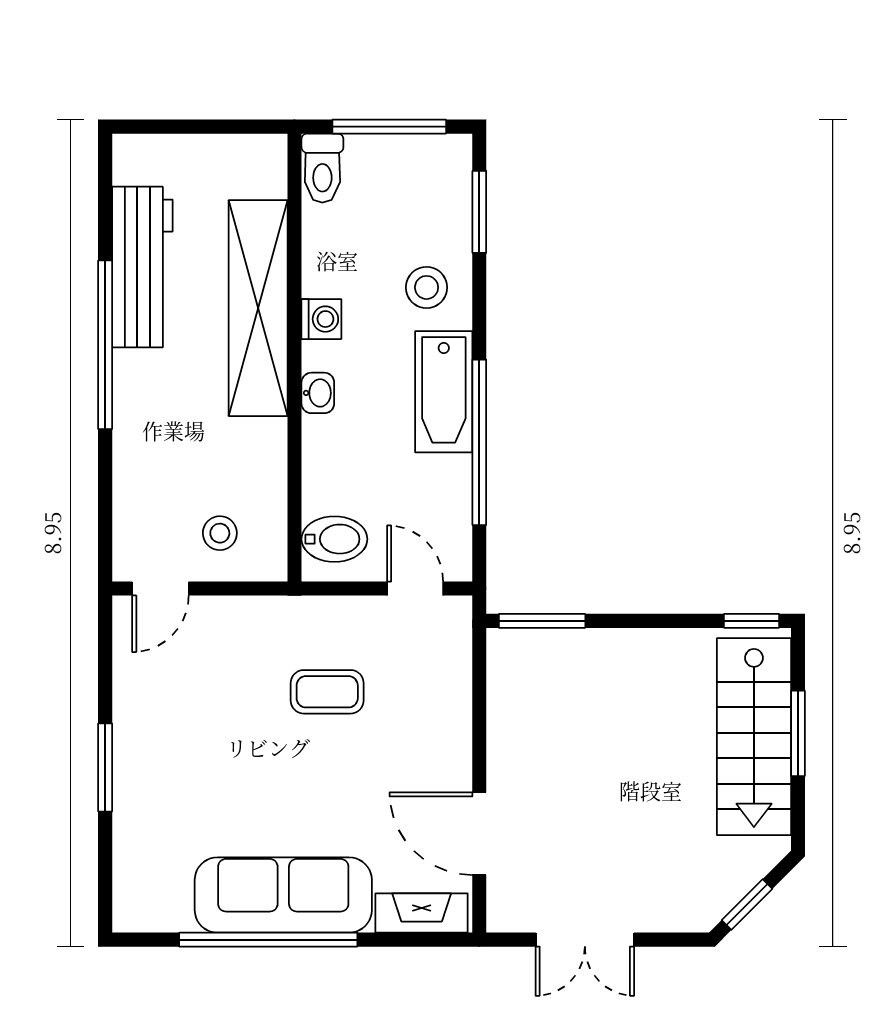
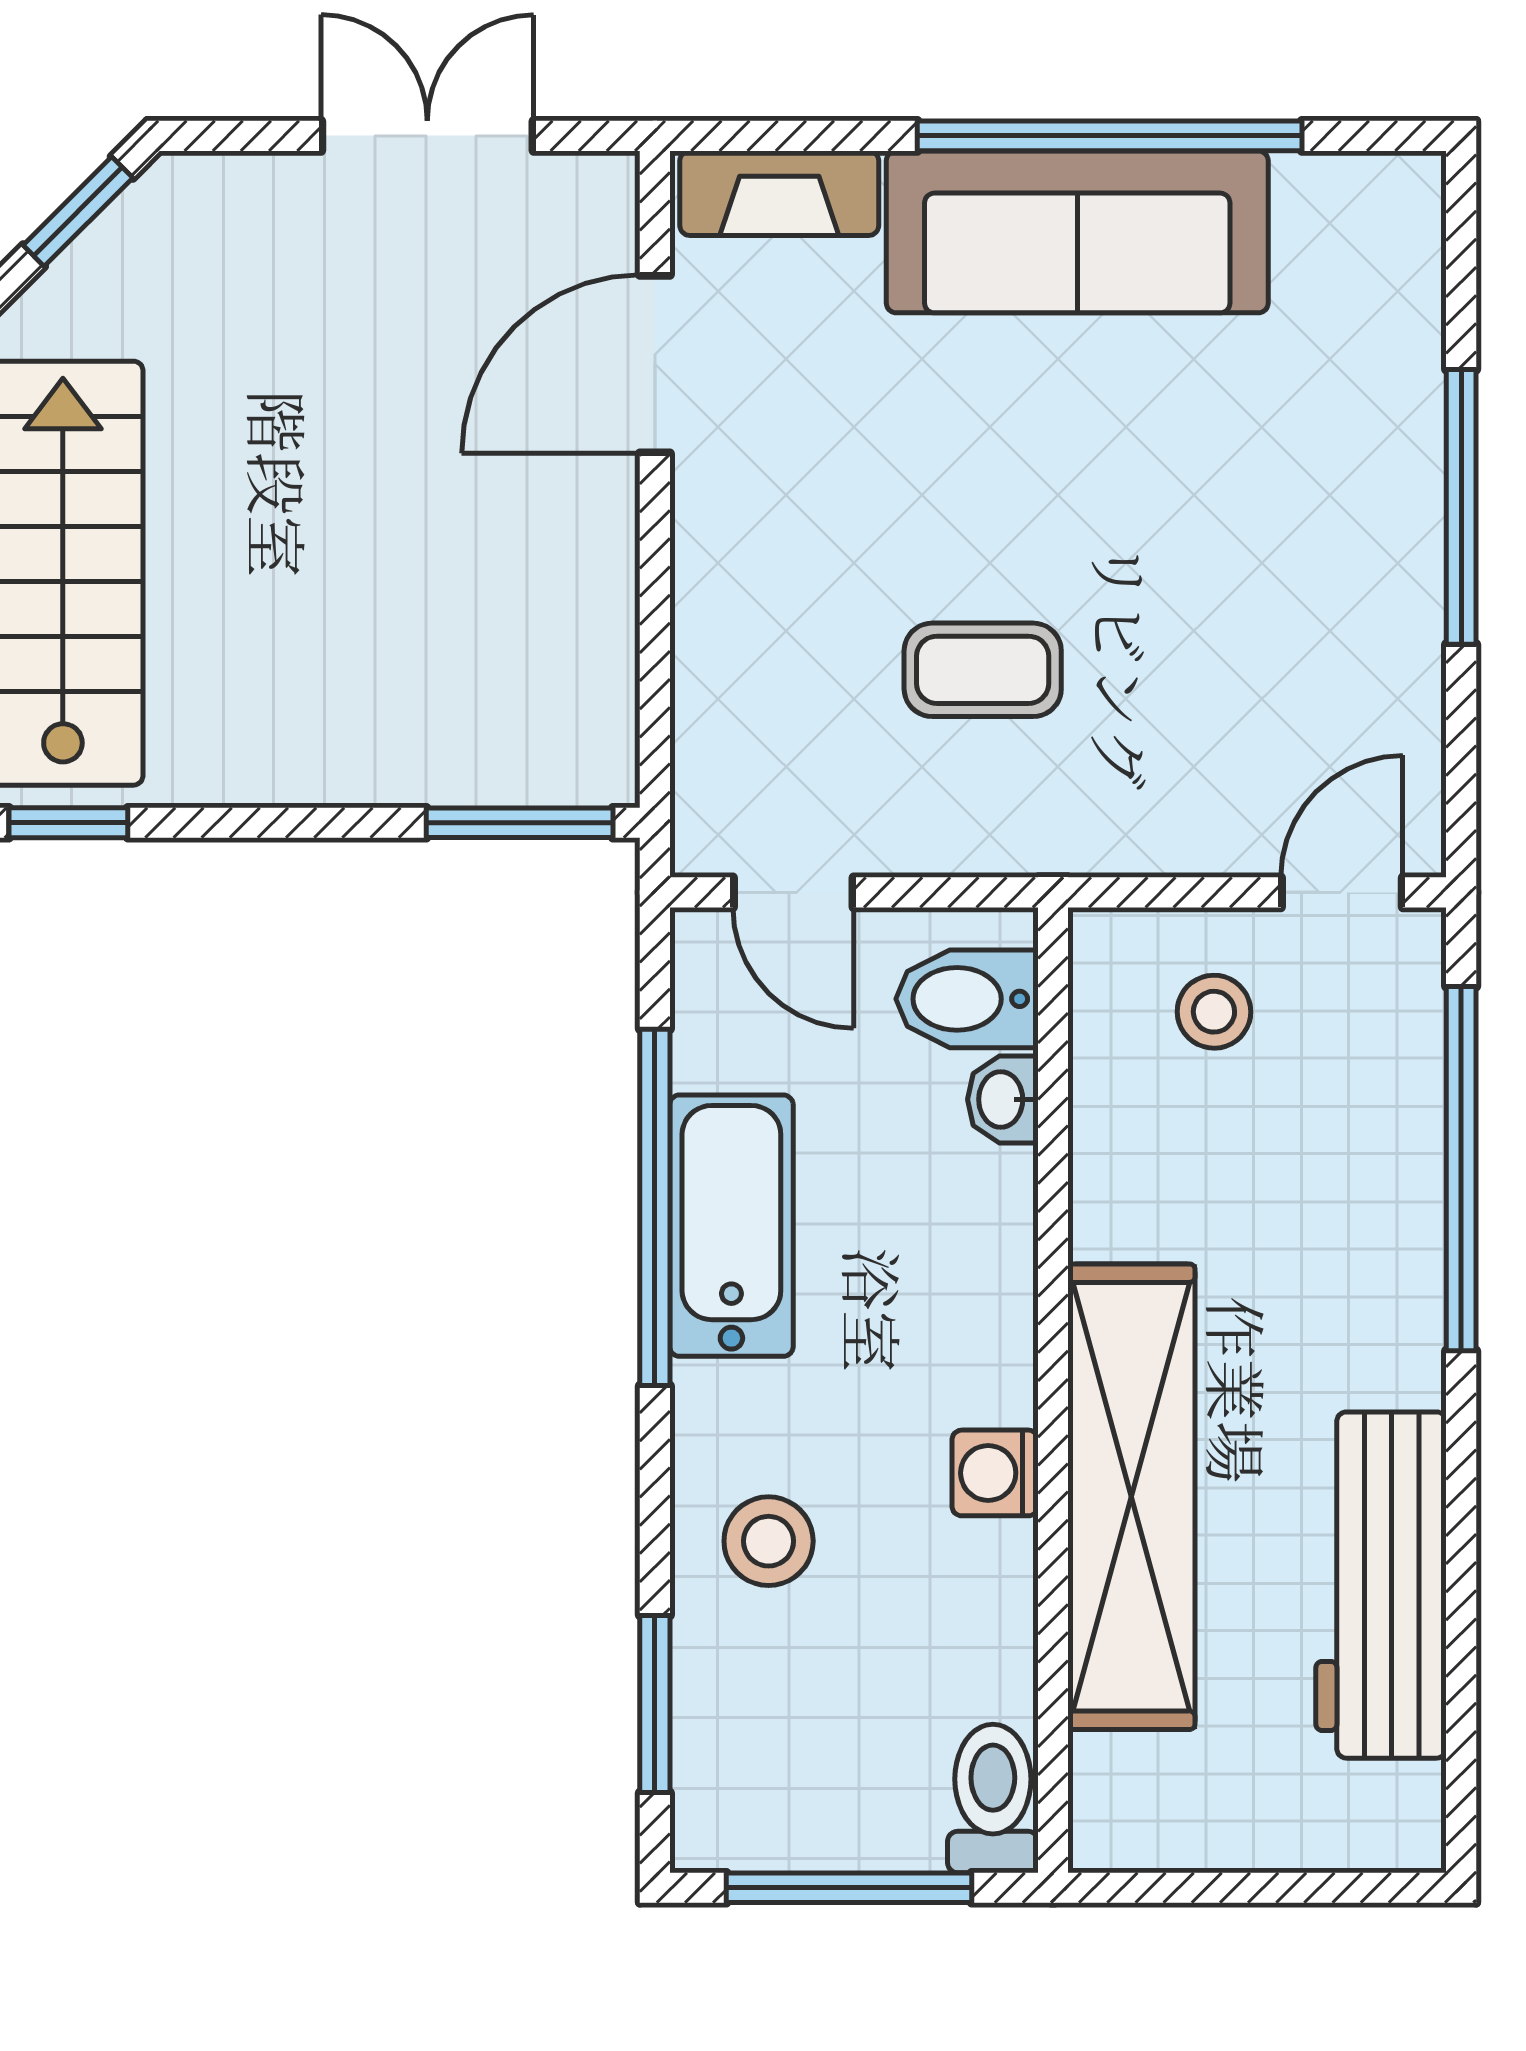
window: (105, 345) -> (1461, 1169), moved
bathtub: (444, 392) -> (731, 1226), moved
washbasin: (318, 393) -> (1003, 1099), moved
window: (105, 767) -> (1461, 507), width x1.44
door: (479, 834) -> (655, 364), swing flipped

